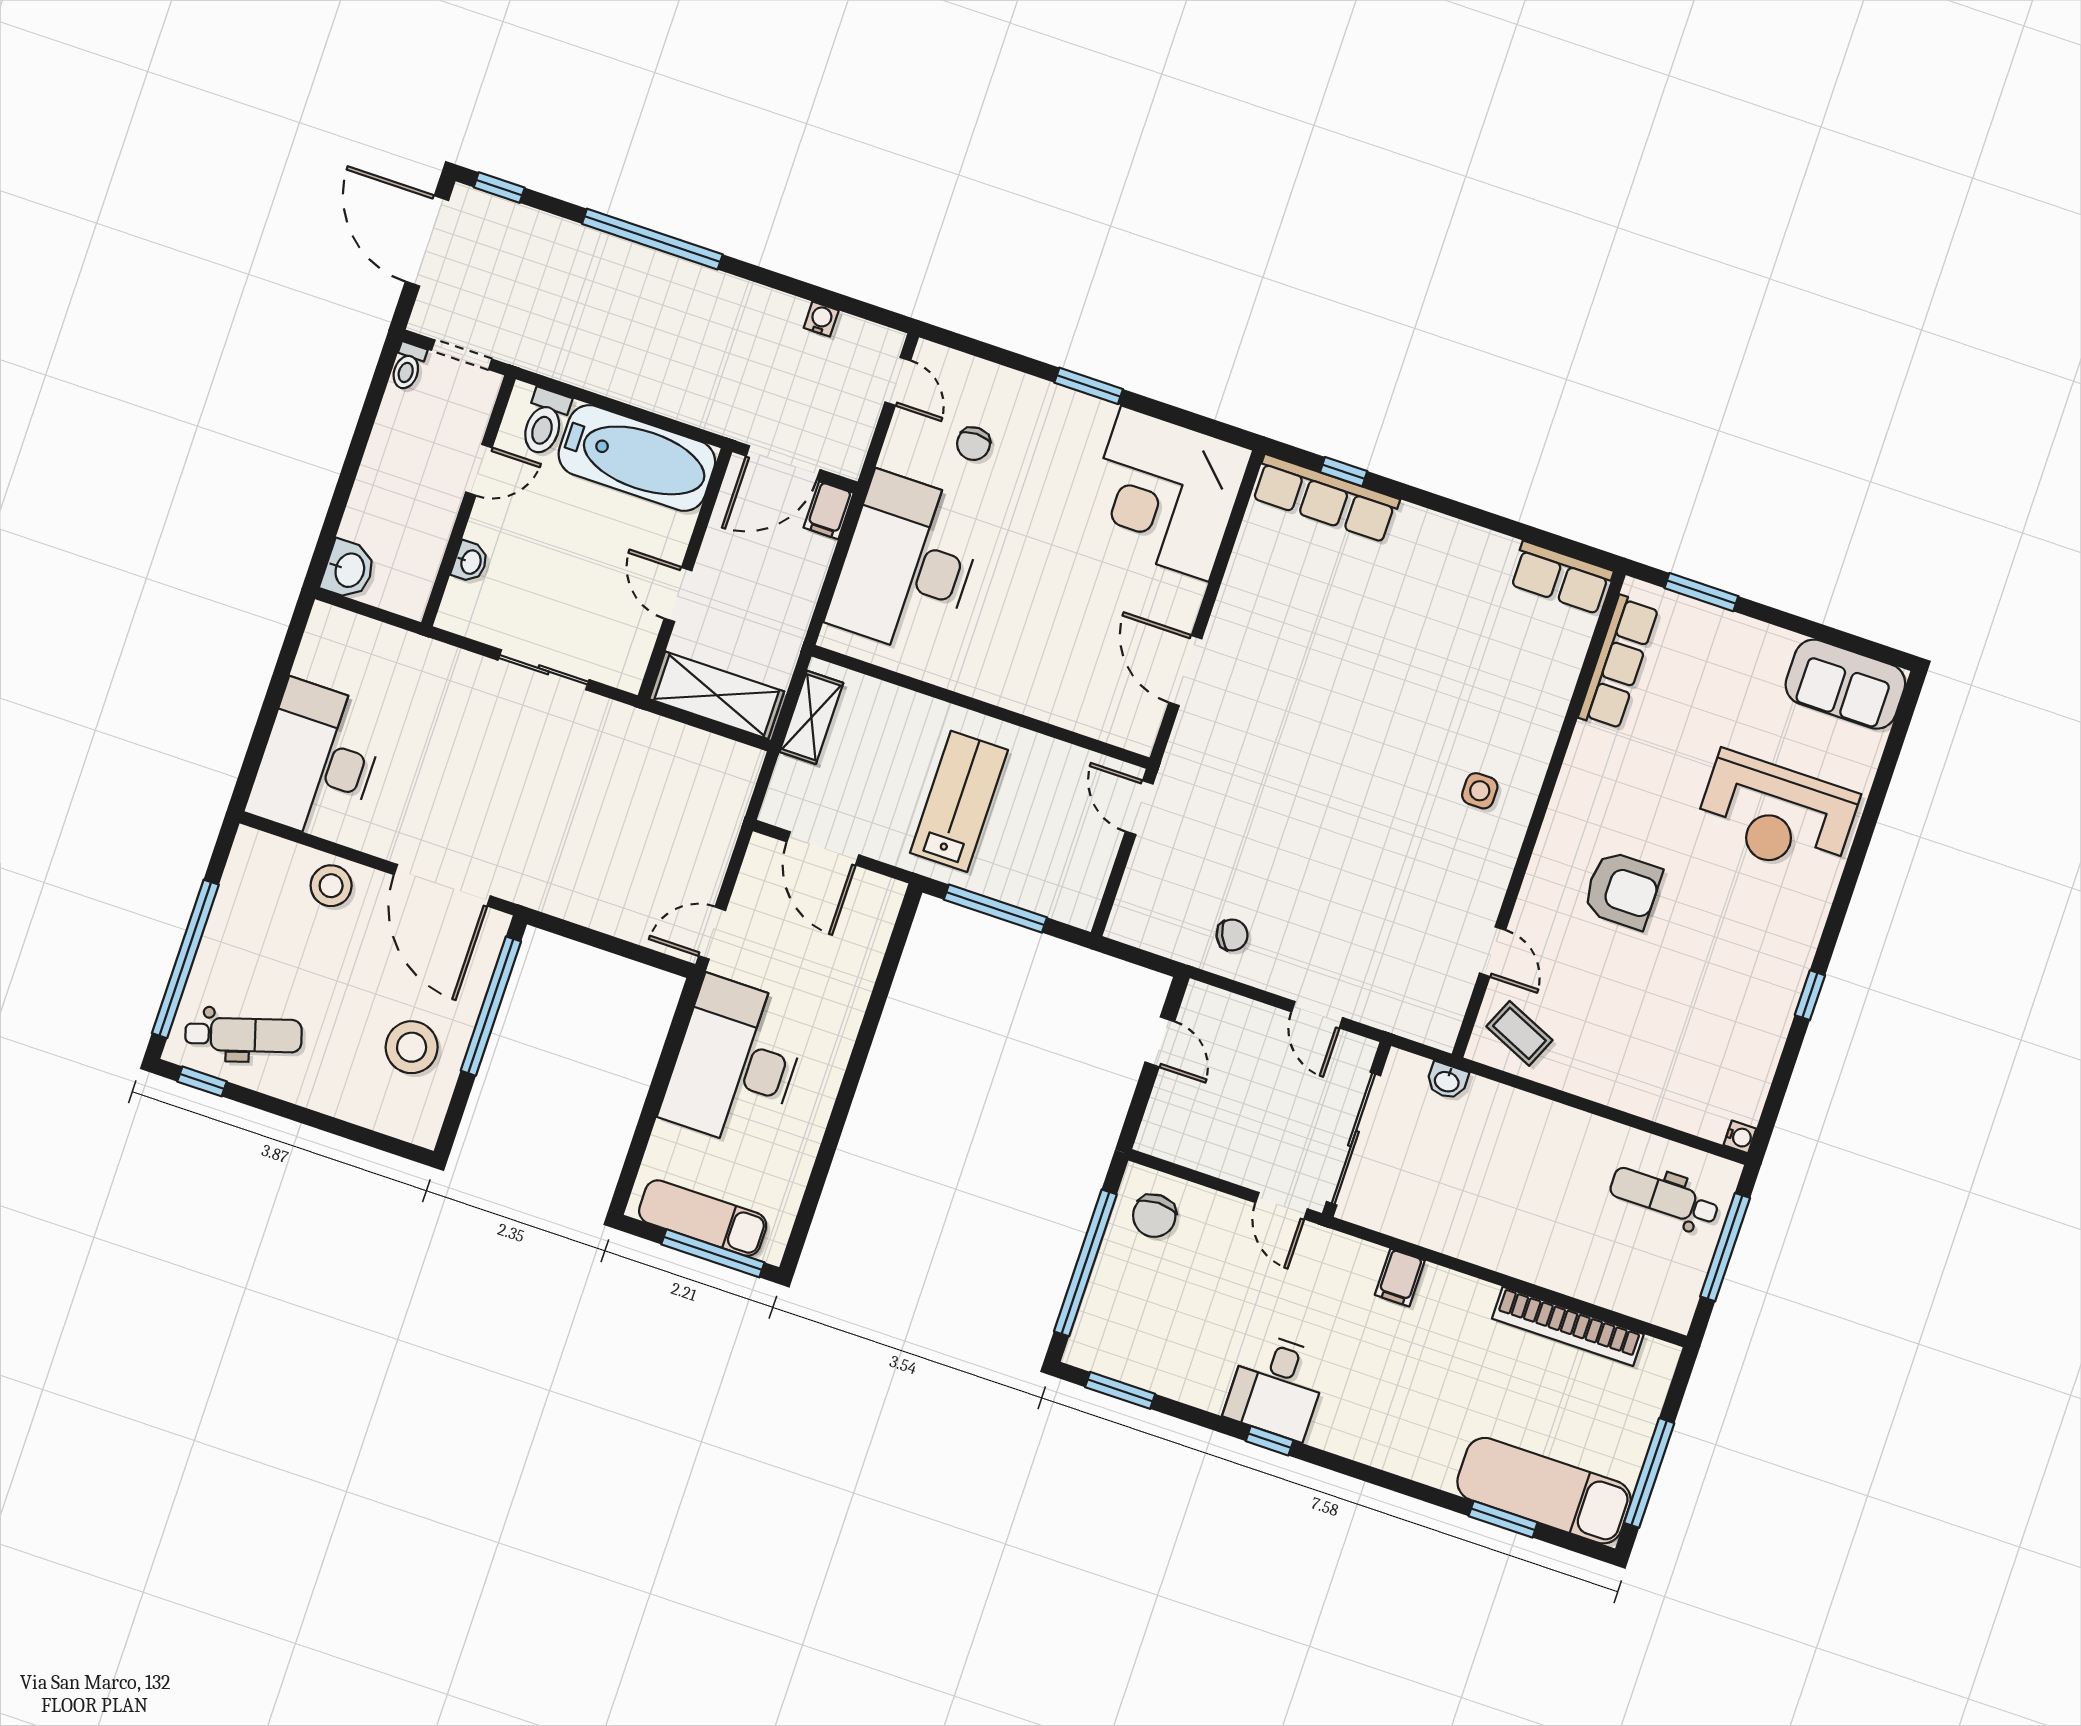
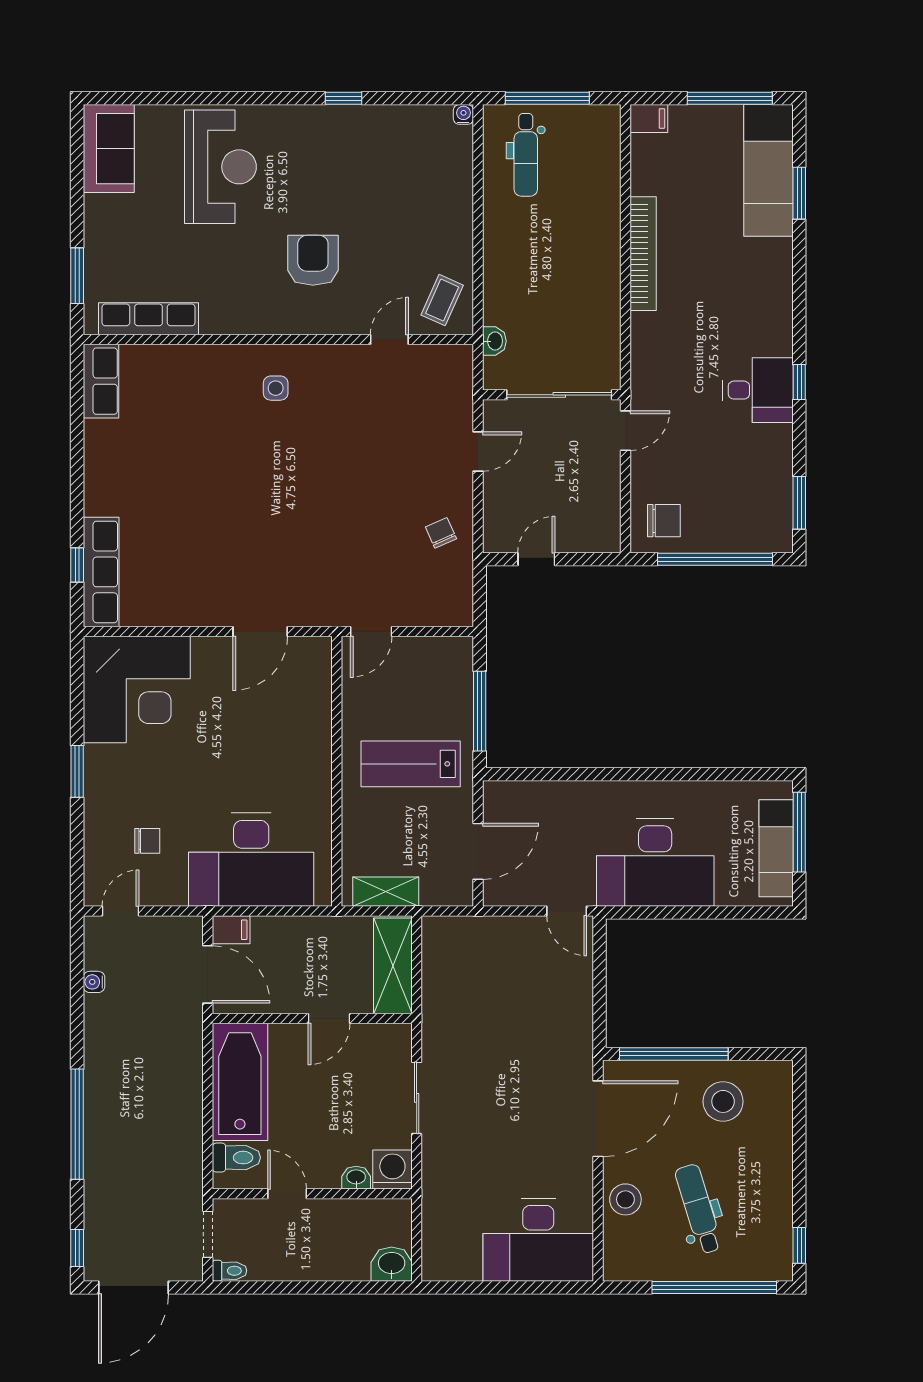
washing machine: (465, 610) -> (392, 1170), added
dental chair: (243, 1035) -> (699, 1209), moved
filing cabinet: (1400, 1278) -> (649, 118), moved
bookcase: (1568, 1326) -> (643, 254), moved

